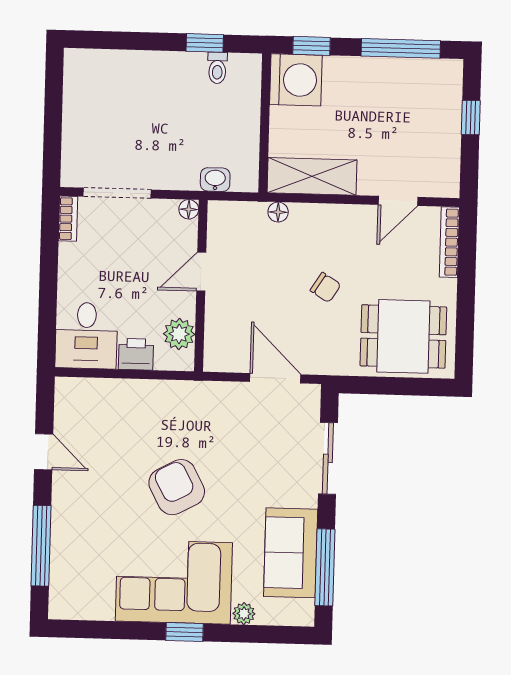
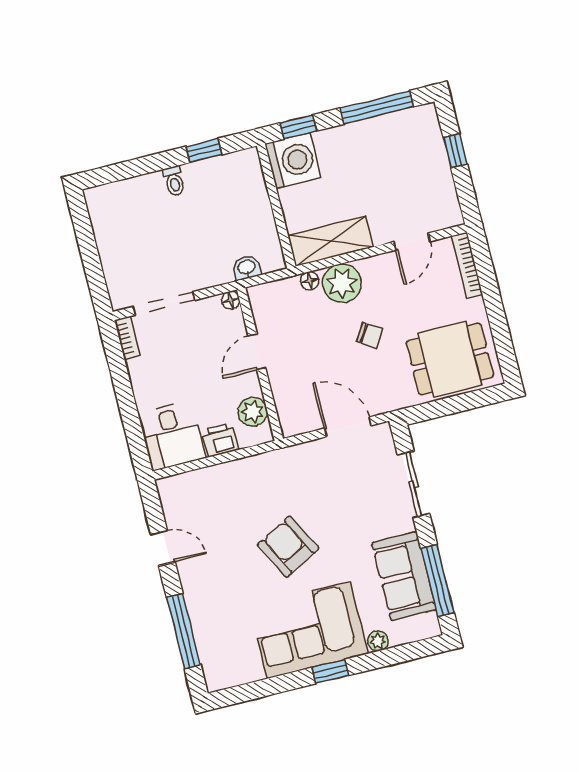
toilet: (217, 68) -> (174, 181), moved
plant: (312, 224) -> (342, 283), added

